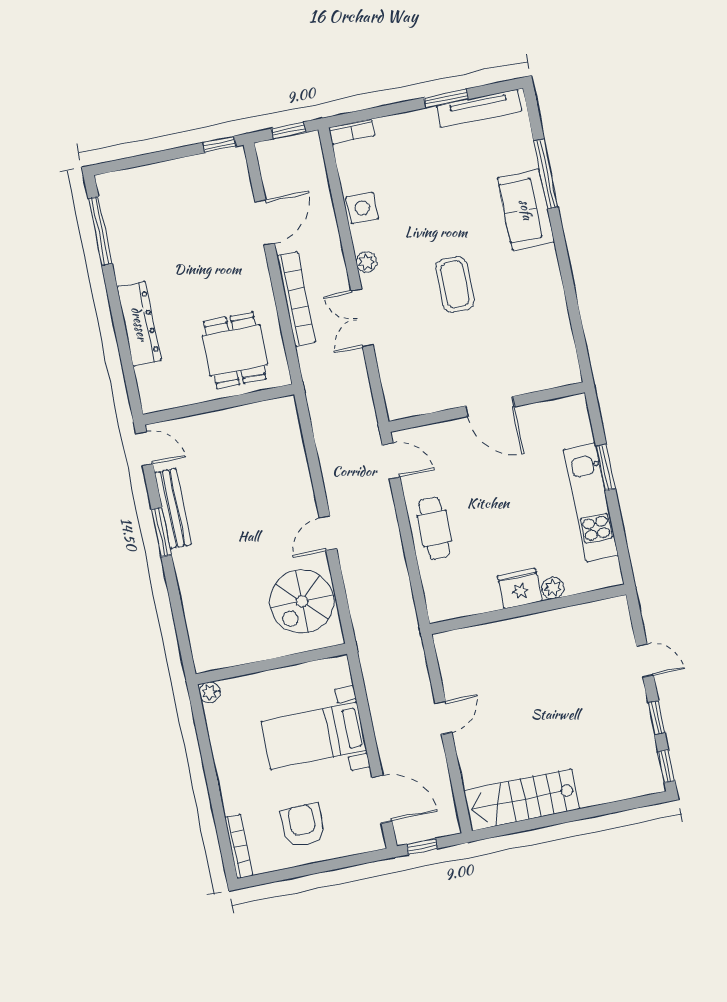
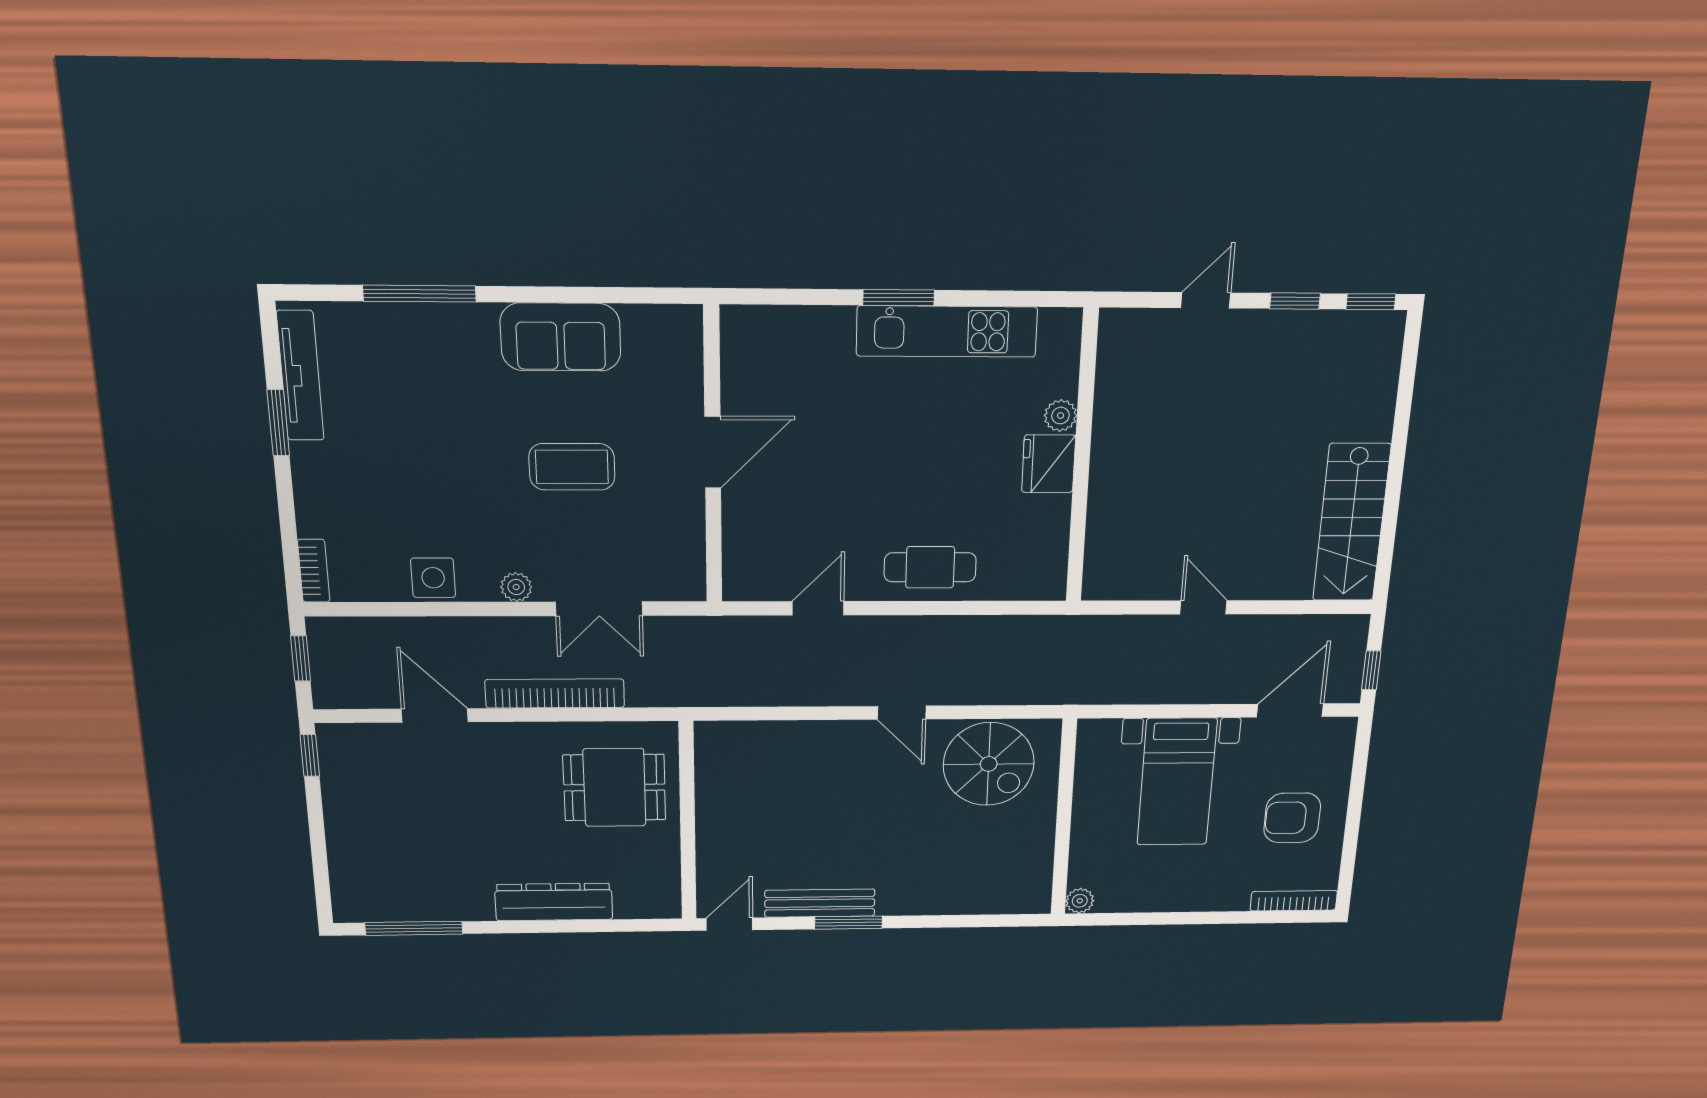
sofa: (526, 210) -> (561, 337), moved
door: (490, 406) -> (713, 452), moved
wall: (487, 407) -> (713, 457), moved

